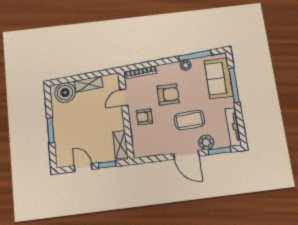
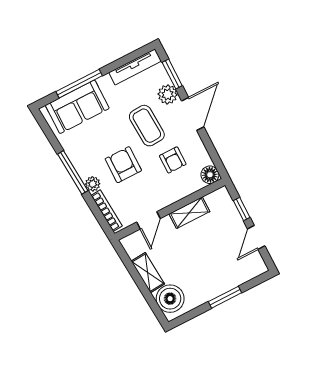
window: (195, 56) -> (73, 172), moved
plant: (186, 65) -> (93, 184), moved
door: (124, 98) -> (148, 220), hinge flipped
armchair: (144, 117) -> (173, 160), moved
shelving: (120, 145) -> (189, 213), moved
floor lamp: (139, 151) -> (210, 175), added

